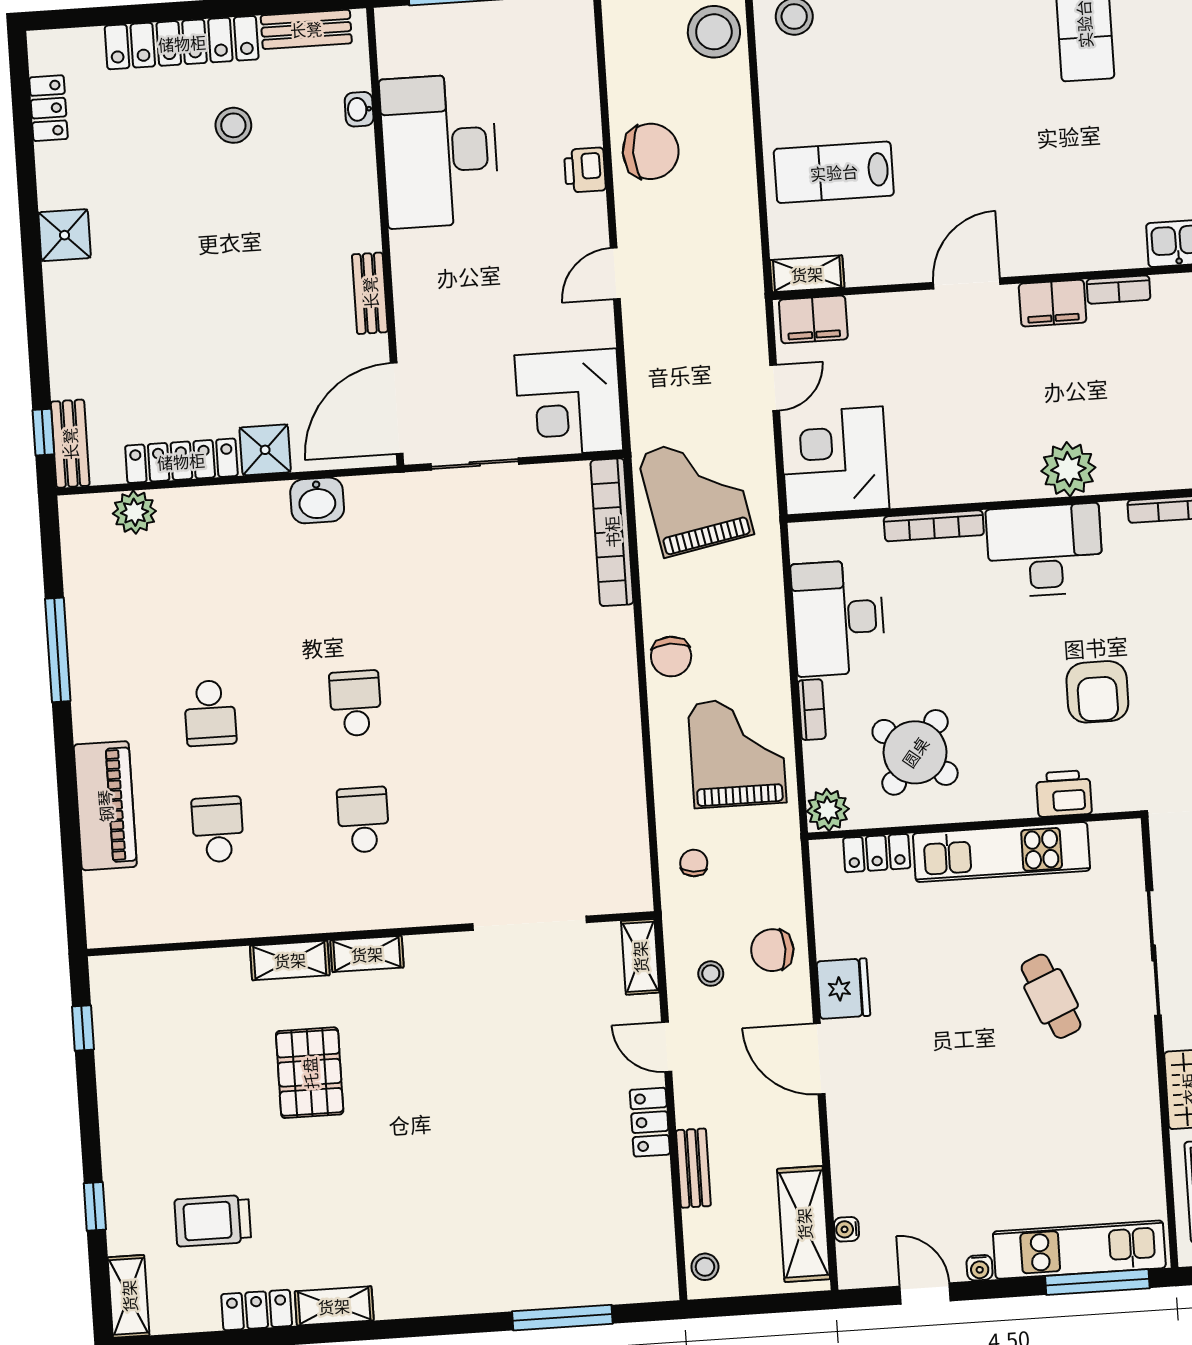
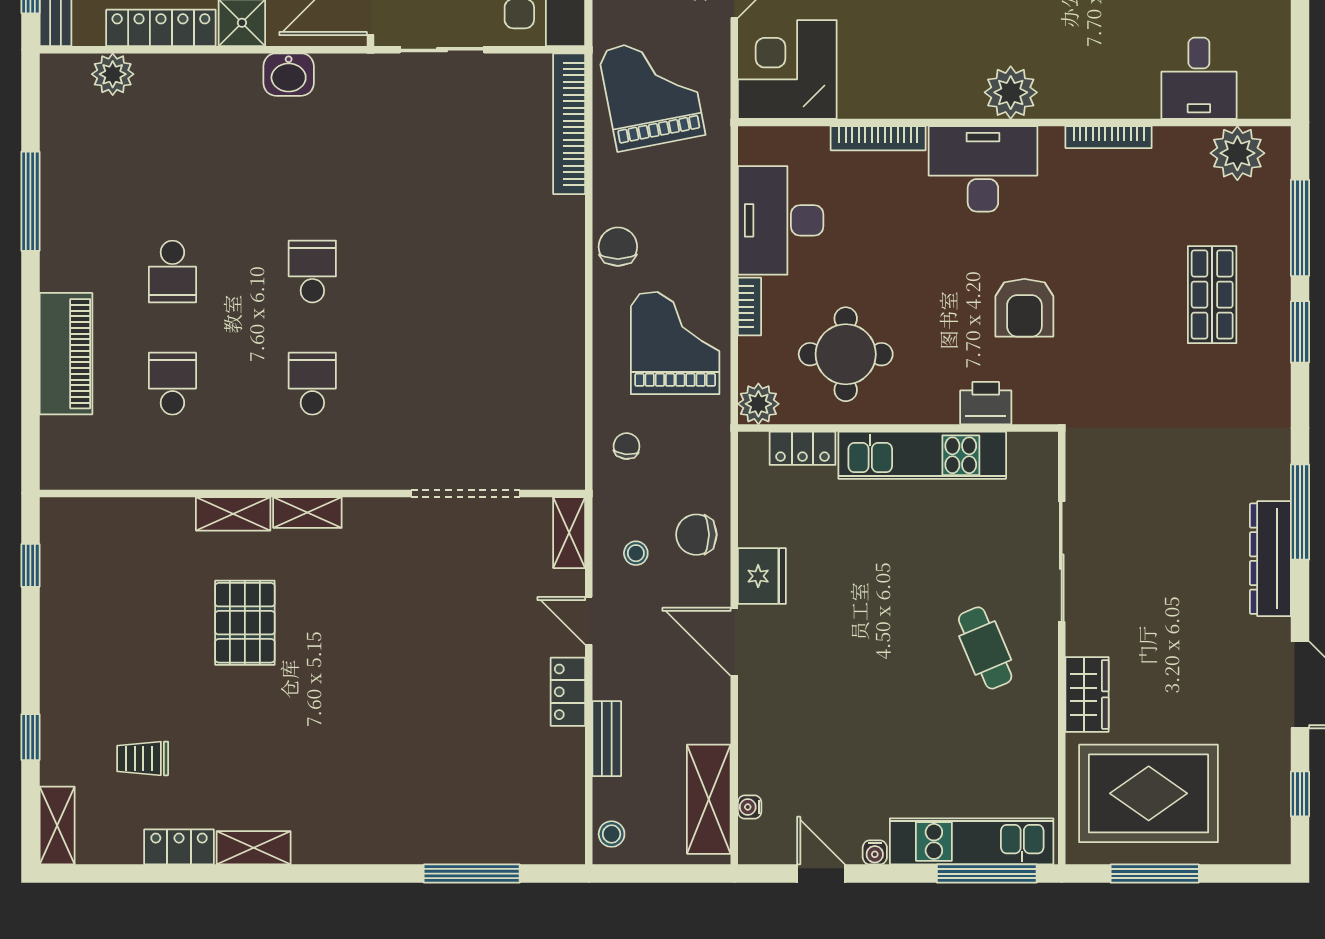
chair: (671, 656) -> (618, 247), turned 180
round table: (915, 752) -> (846, 354), turned -38
cafe table: (1051, 996) -> (985, 648), moved
trolley: (213, 1221) -> (143, 758), width x0.73, depth x0.72

